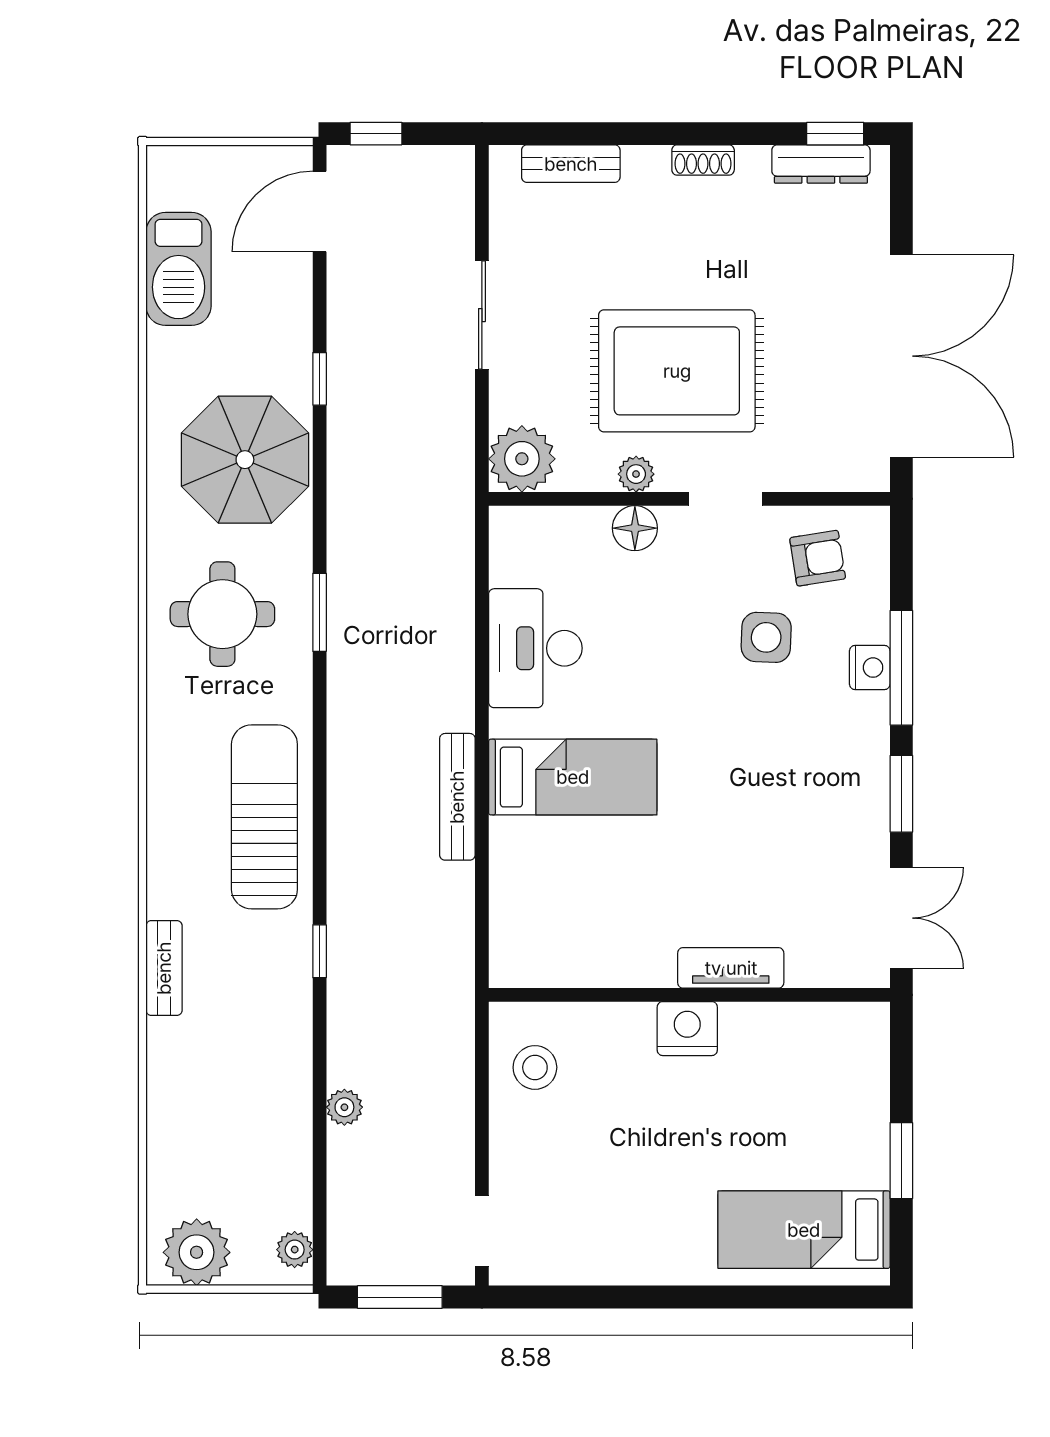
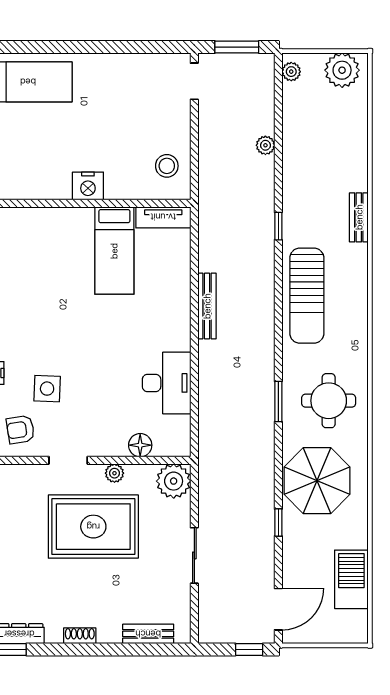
floor lamp: (635, 528) -> (140, 445), moved
bed: (573, 777) -> (114, 251), moved, turned -90
tv unit: (731, 968) -> (163, 217), moved

